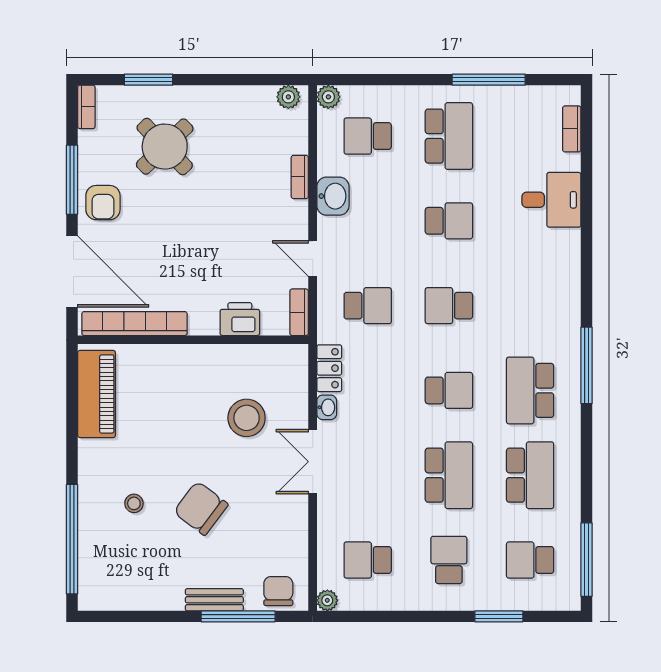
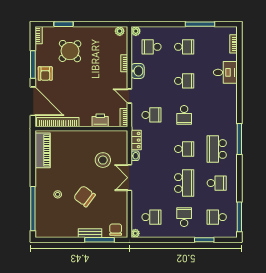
school desk: (449, 136) -> (184, 47), width x0.54
school desk: (449, 306) -> (184, 115), turned -90
school desk: (530, 475) -> (217, 183), width x0.54
school desk: (368, 560) -> (151, 217), turned 180

